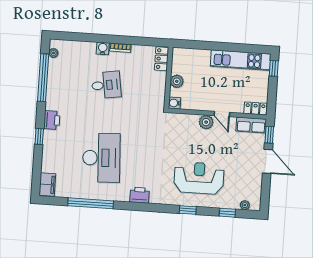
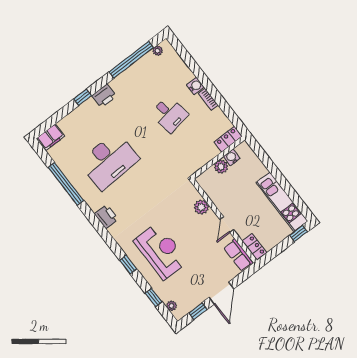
water cooler: (174, 103) -> (232, 157), moved
plant: (206, 122) -> (201, 207), moved
window: (269, 135) -> (198, 311), moved

